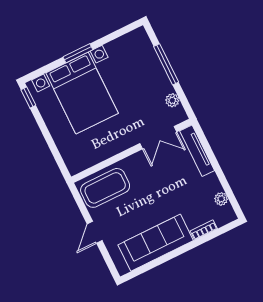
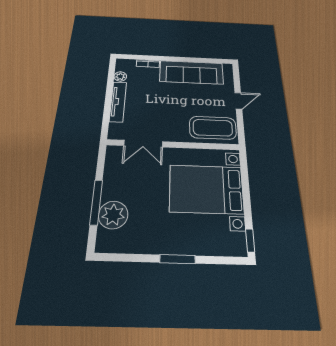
bed with nightstands: (82, 93) -> (206, 189), moved, turned -90
plant: (172, 100) -> (113, 215), moved, width x1.88, depth x1.88
double door: (158, 138) -> (143, 144), swing flipped
tv unit: (197, 151) -> (118, 102), moved

